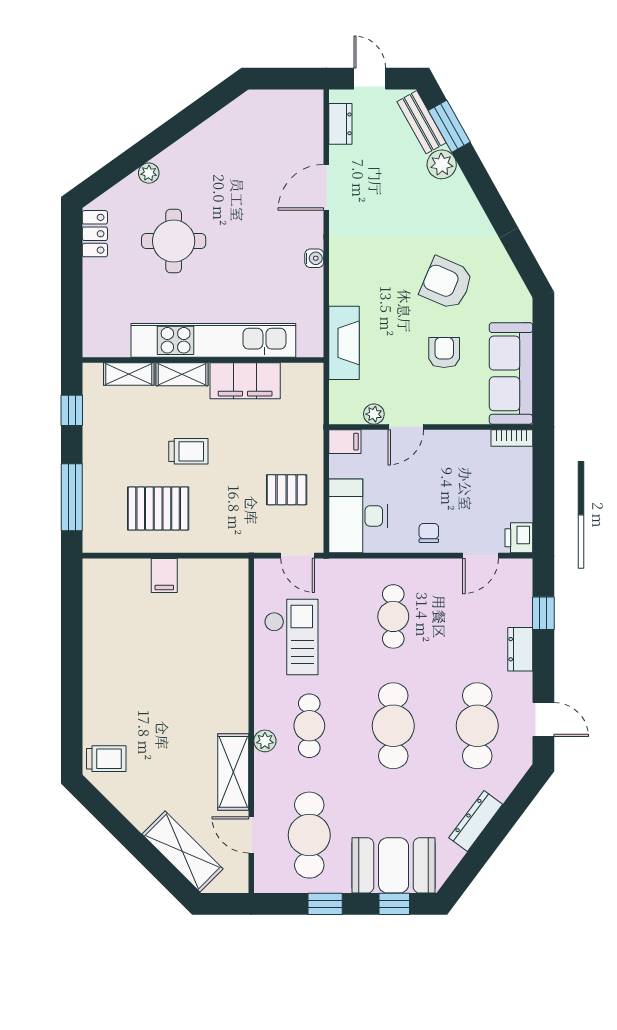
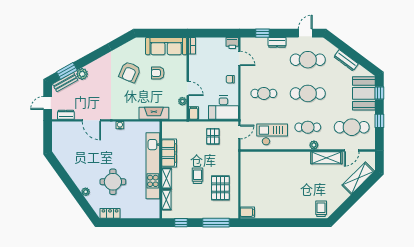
filing cabinet: (164, 575) -> (247, 212), moved

